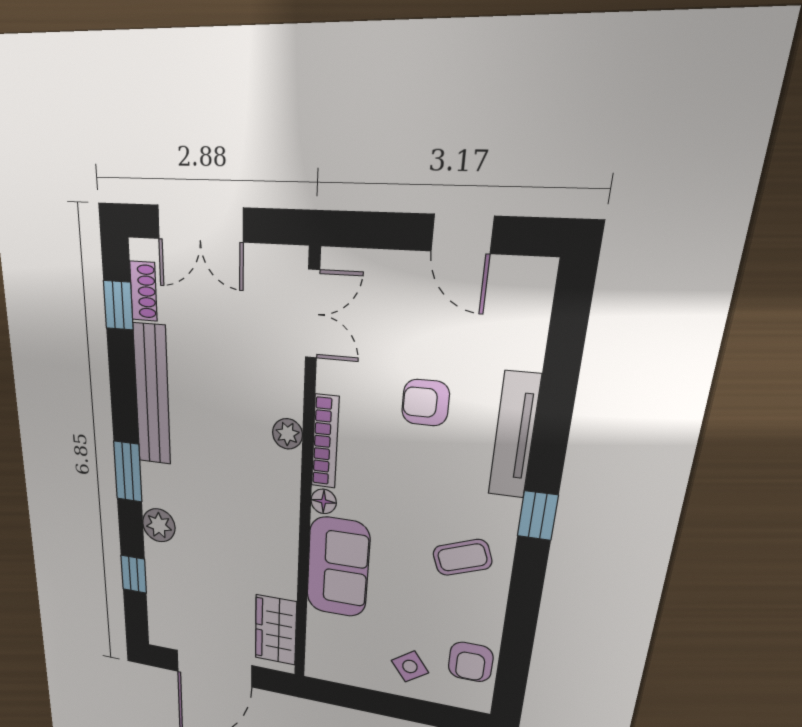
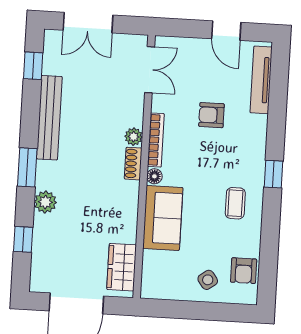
shoe rack: (143, 291) -> (133, 164), moved, turned 180
tv unit: (514, 436) -> (261, 80), moved
coffee table: (462, 557) -> (235, 203), turned -70

